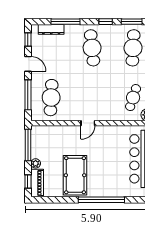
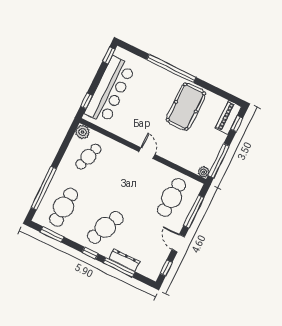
window: (106, 22) -> (90, 253), moved
dresser: (51, 29) -> (124, 260), moved
cafe table: (92, 48) -> (105, 227), turned 30
door: (88, 123) -> (147, 153), hinge flipped
plant: (36, 163) -> (204, 172), moved

